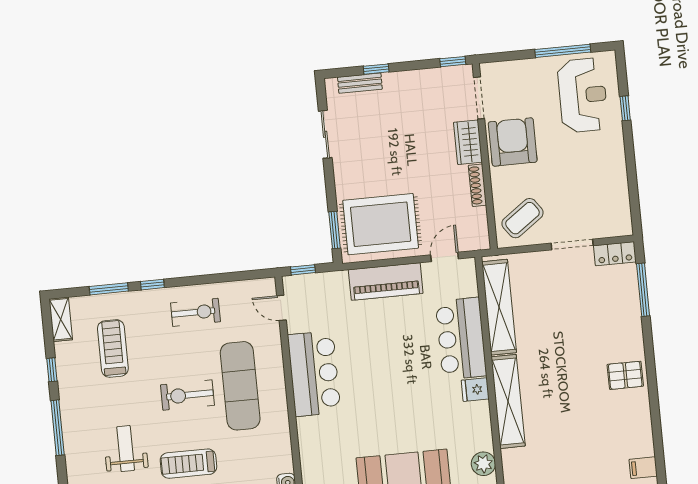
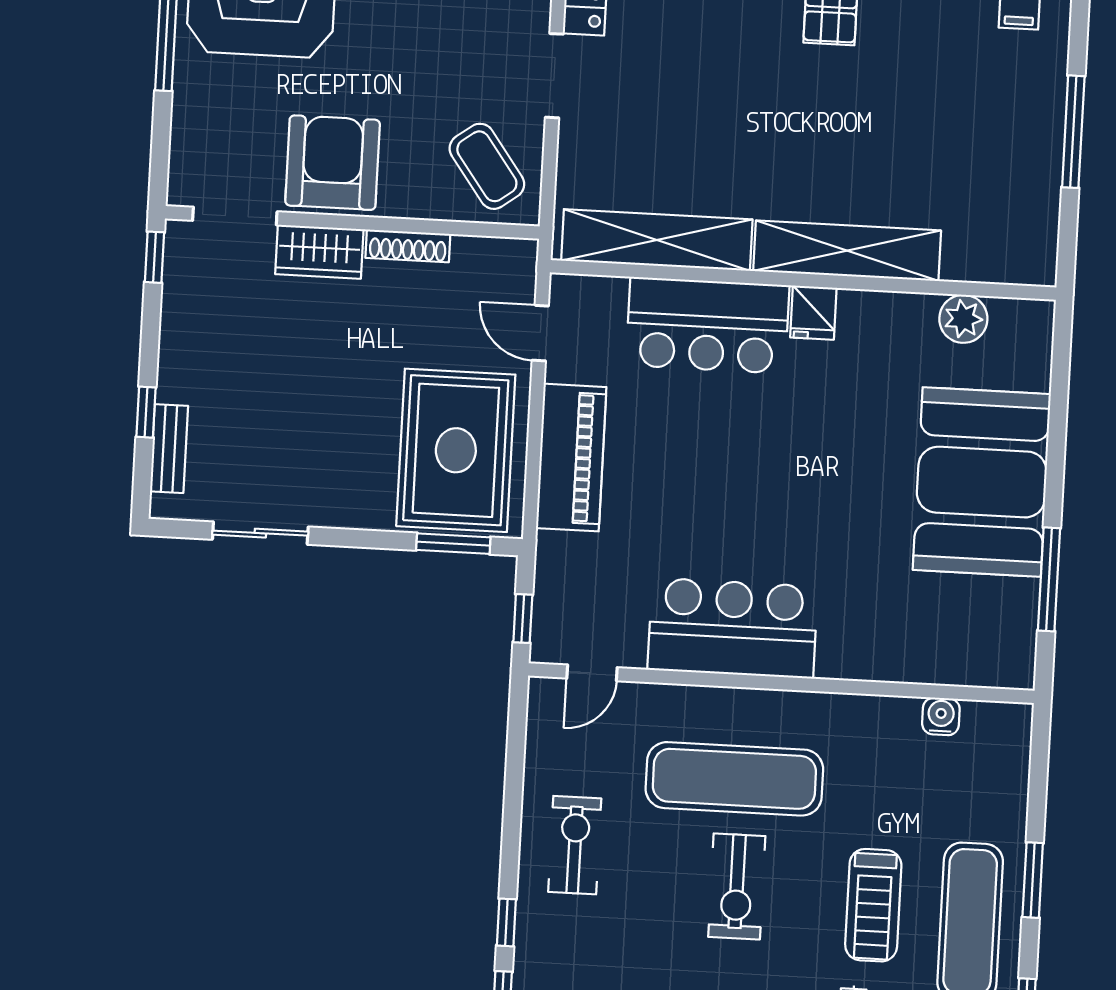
armchair: (513, 142) -> (333, 163), turned 90

